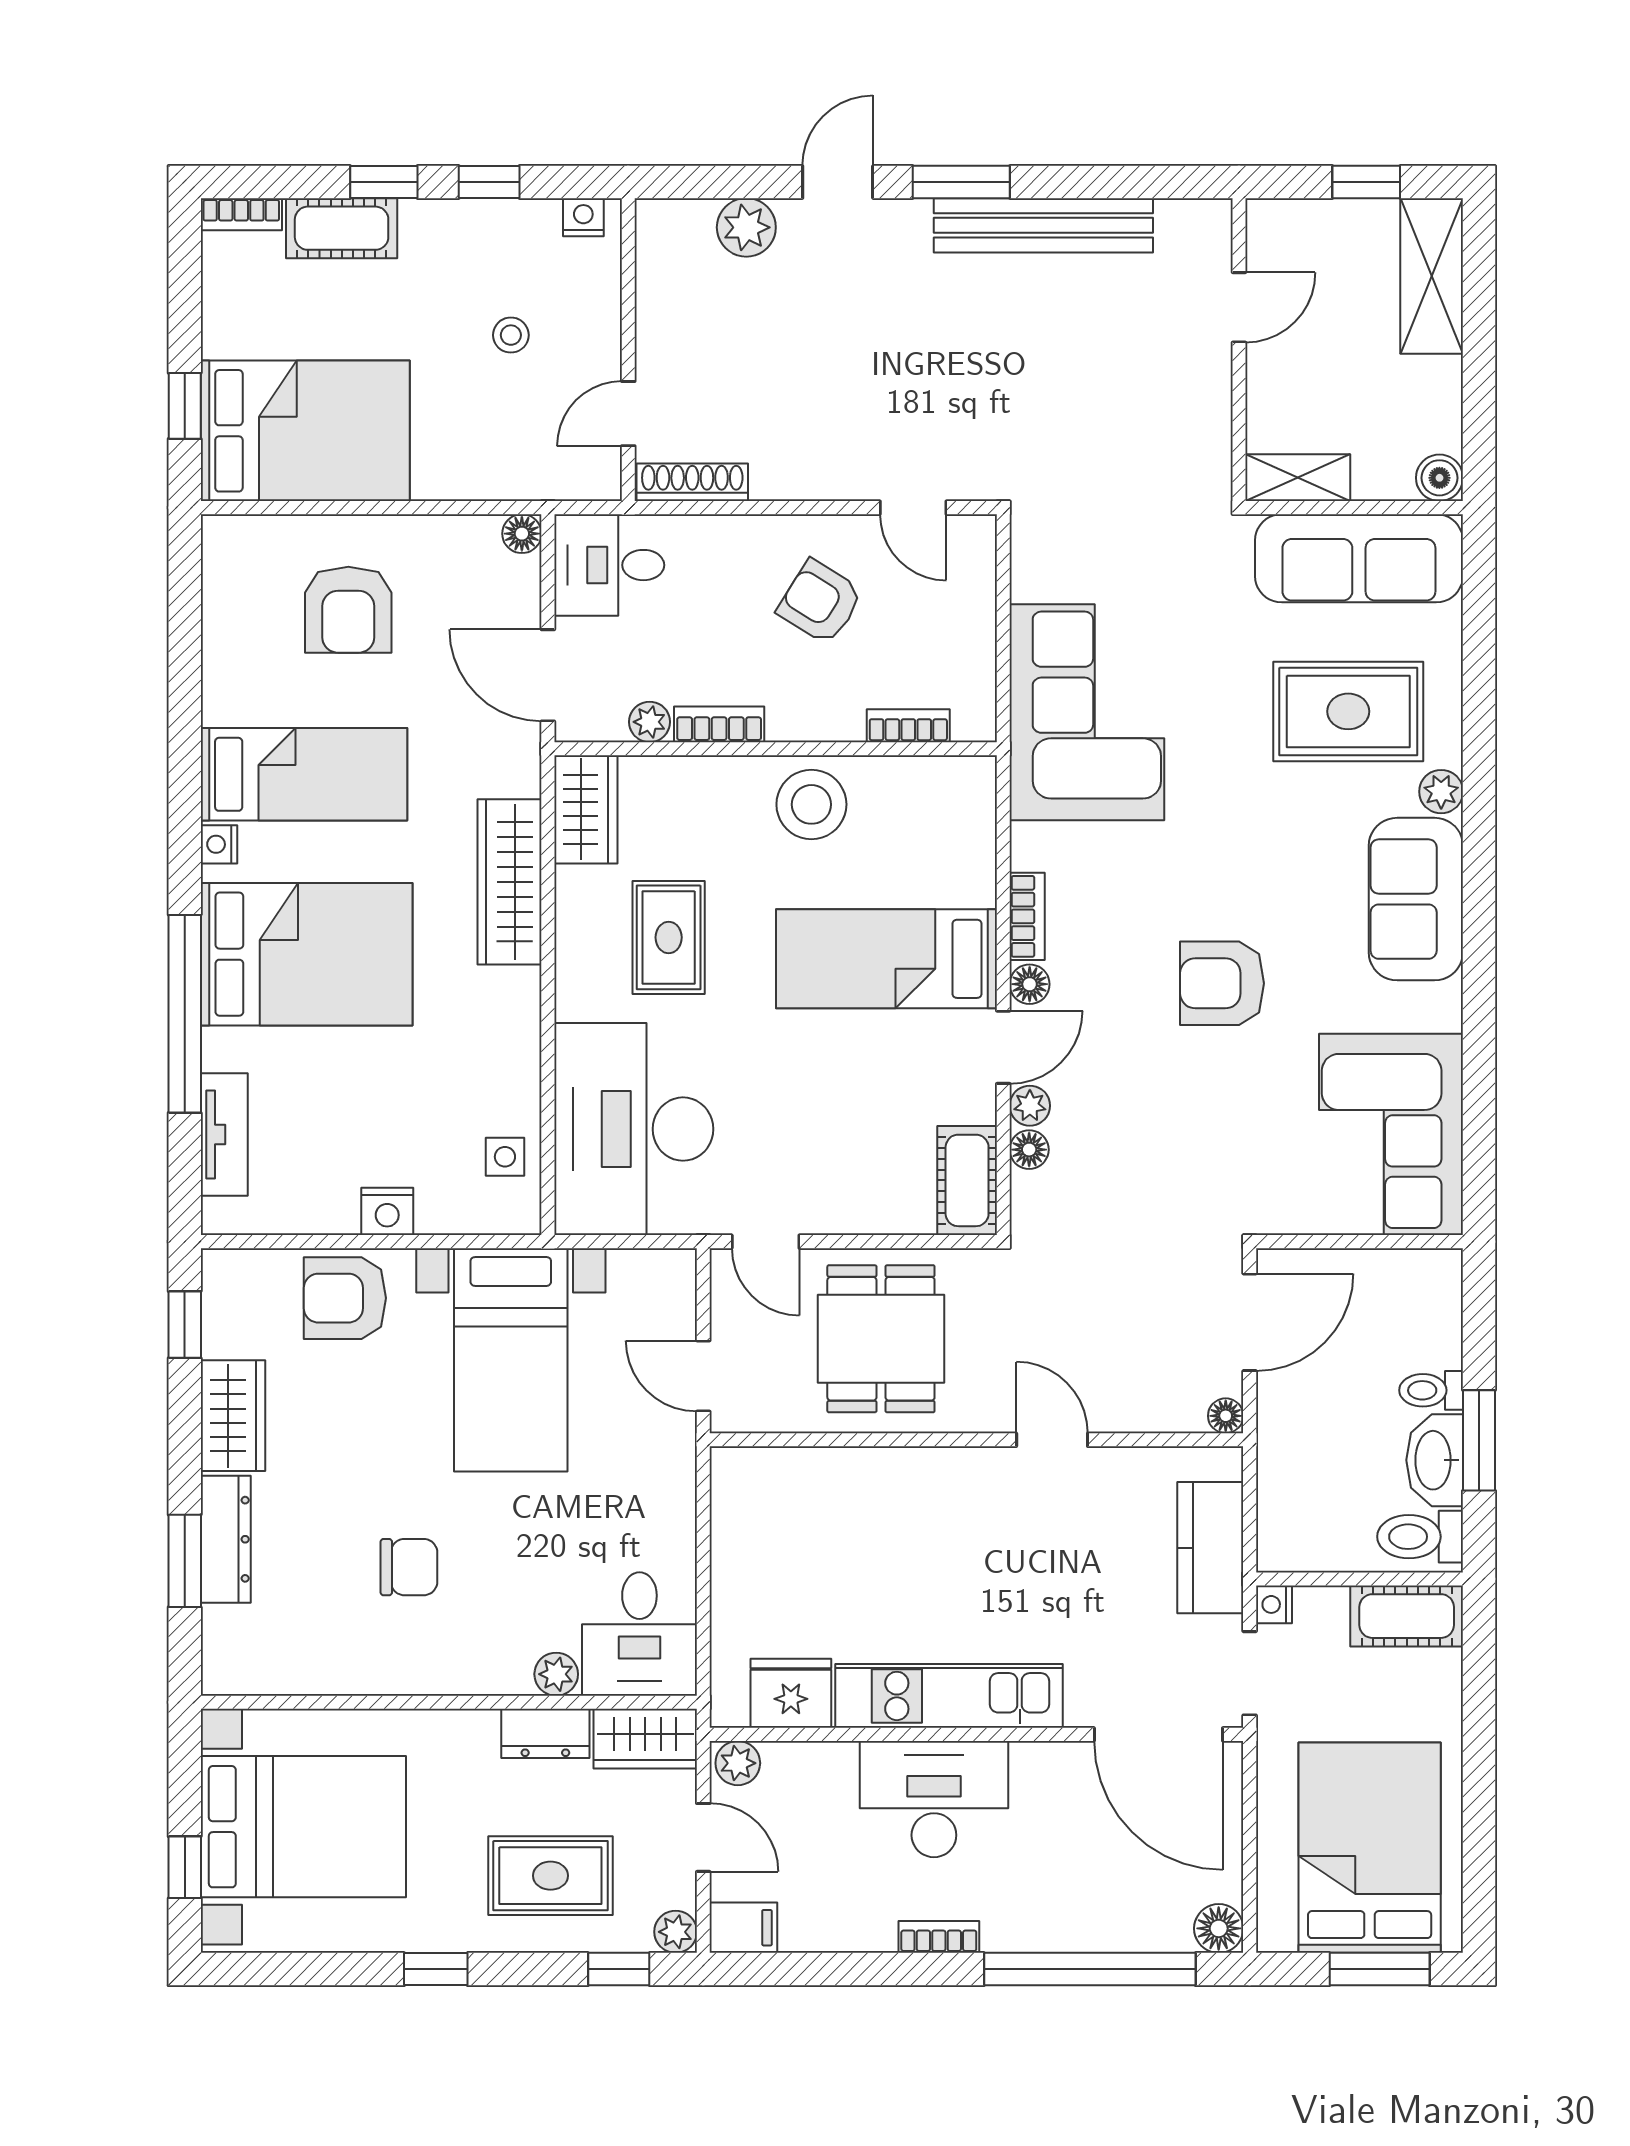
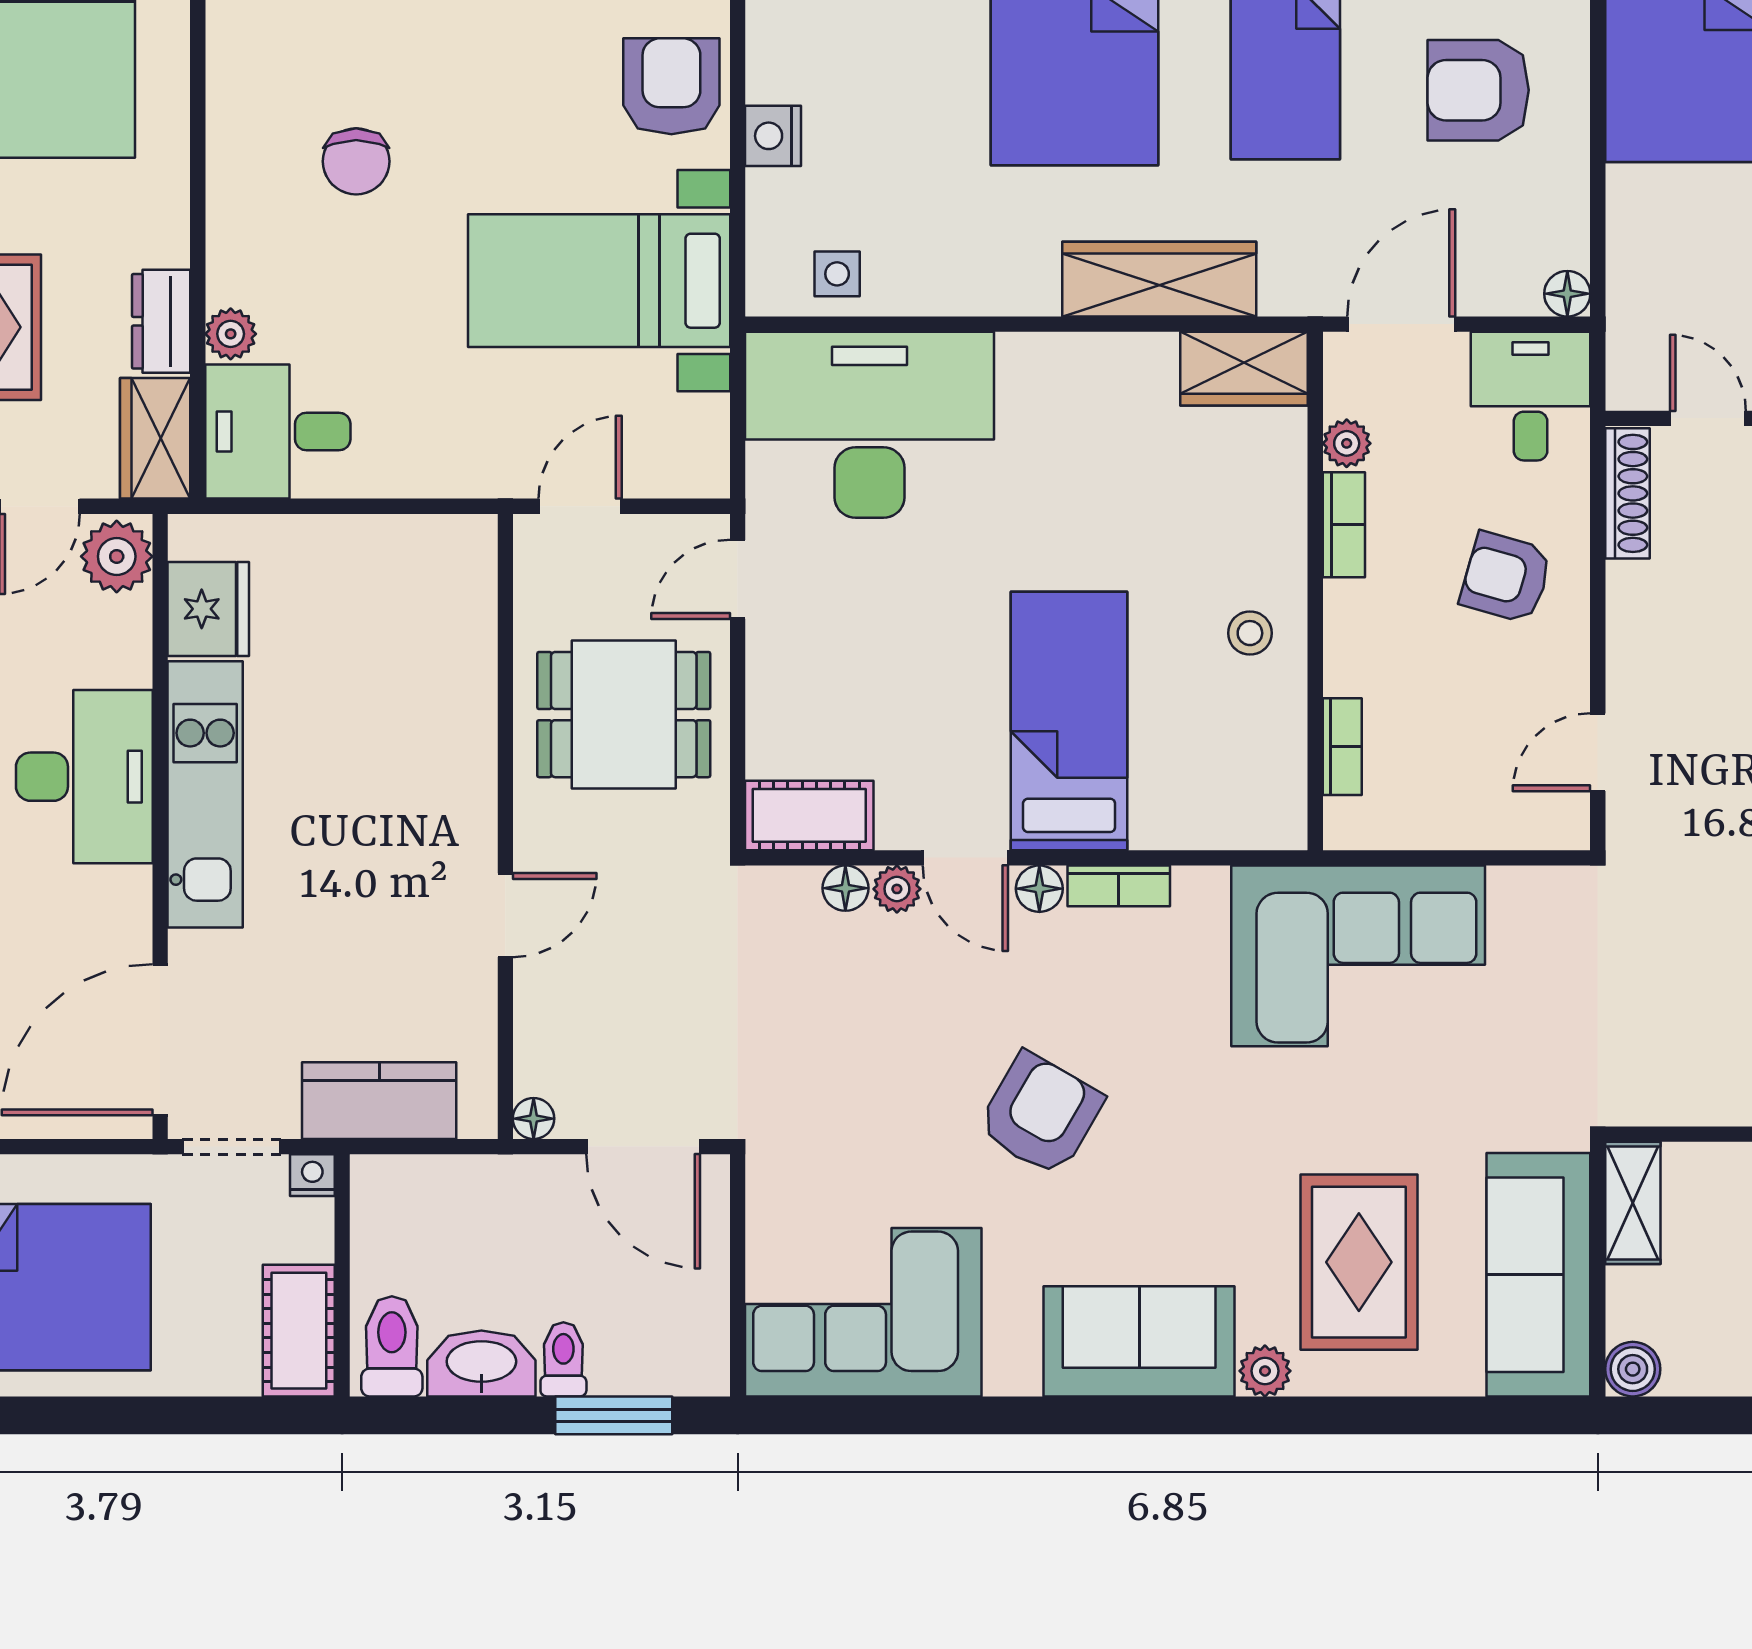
armchair: (820, 602) -> (1506, 578), moved, turned -106
stool: (811, 804) -> (1250, 633), width x0.53, depth x0.53
rug: (669, 937) -> (1094, 466), removed
armchair: (1222, 983) -> (1040, 1114), turned 30
window: (1479, 1440) -> (614, 1415), moved
plant: (738, 1763) -> (117, 556), width x1.38, depth x1.38

